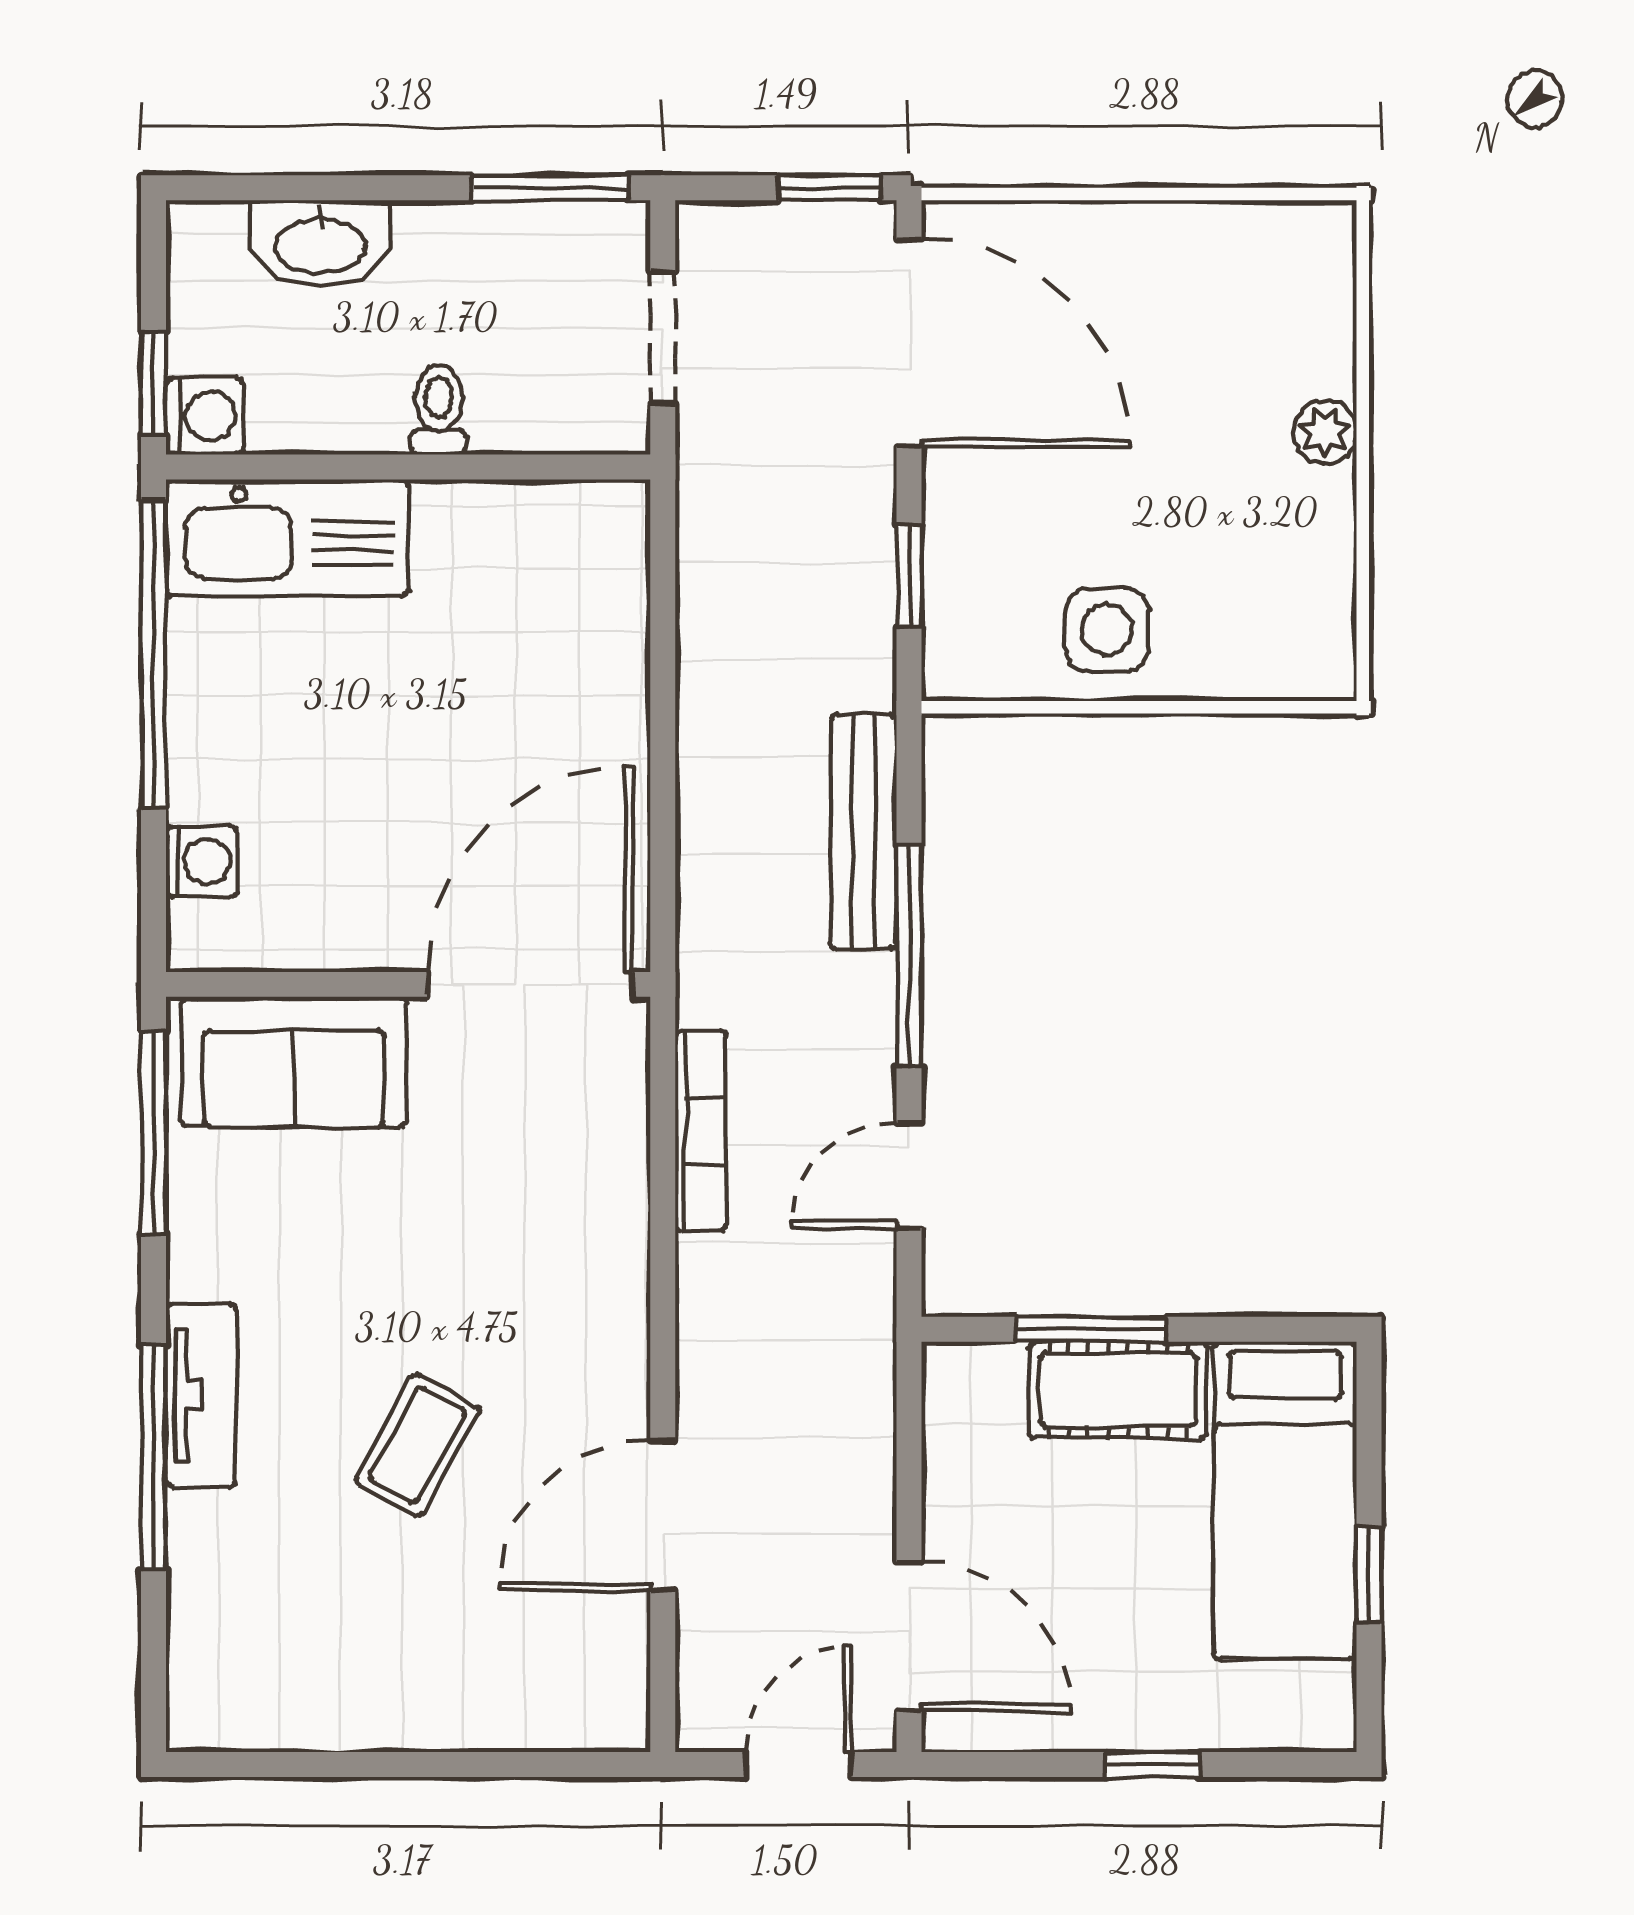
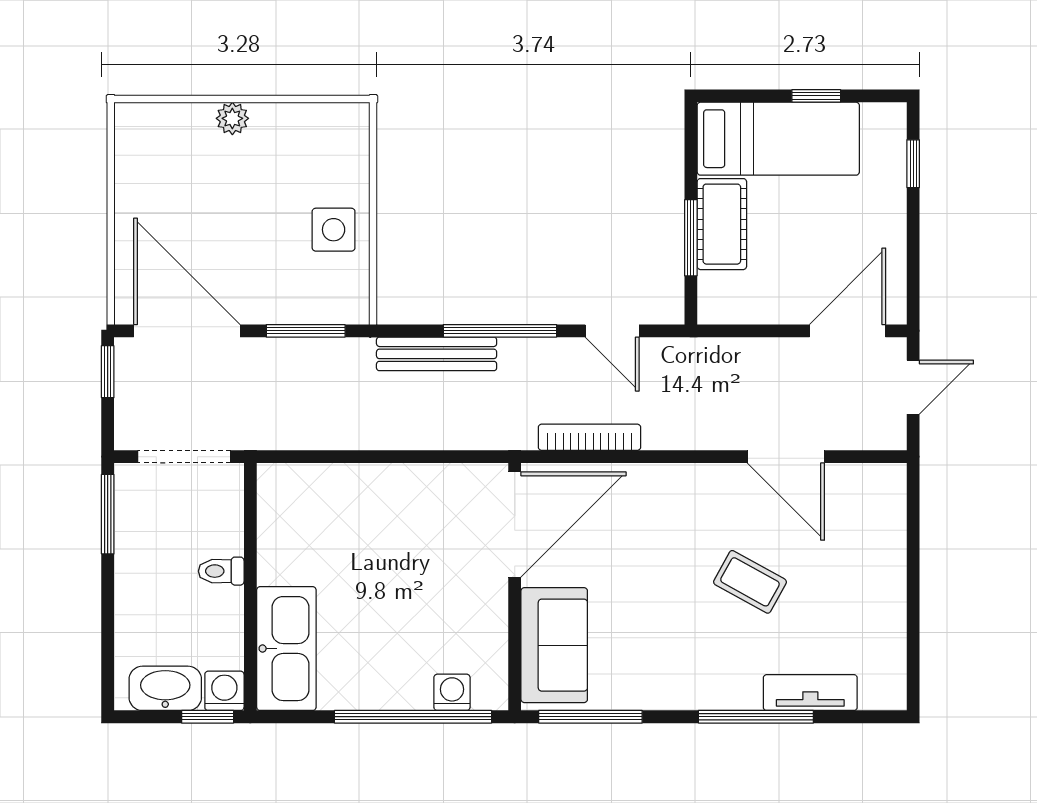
washbasin: (320, 243) -> (165, 688), moved, turned -90
doorway: (663, 338) -> (184, 457), width x1.38
door: (909, 343) -> (187, 331), hinge flipped
window: (909, 575) -> (306, 331), width x1.50
window: (154, 655) -> (413, 717), moved
door: (530, 984) -> (515, 525), swing flipped
tv unit: (201, 1395) -> (810, 693), moved
door: (799, 1765) -> (913, 387), swing flipped
window: (1152, 1765) -> (913, 164), moved

